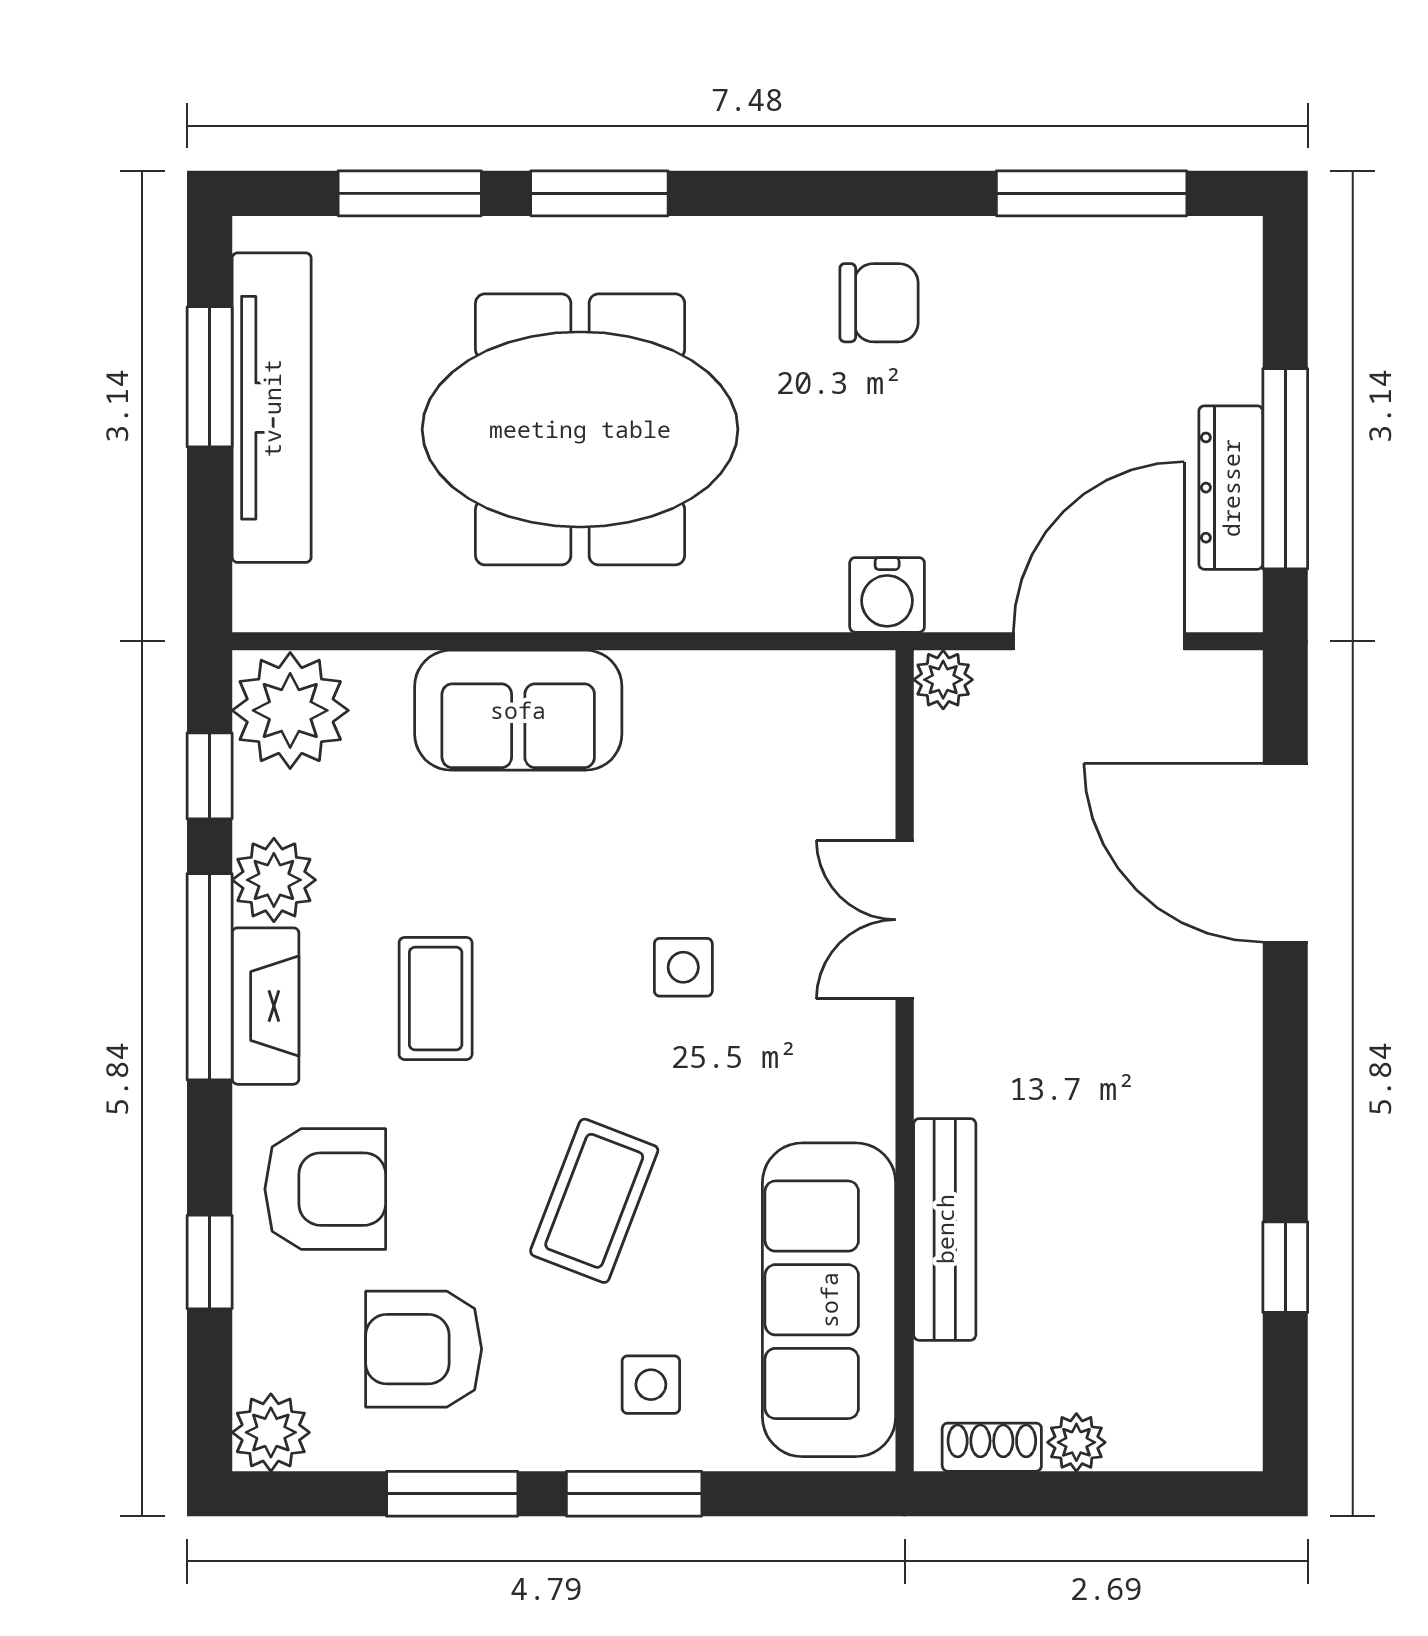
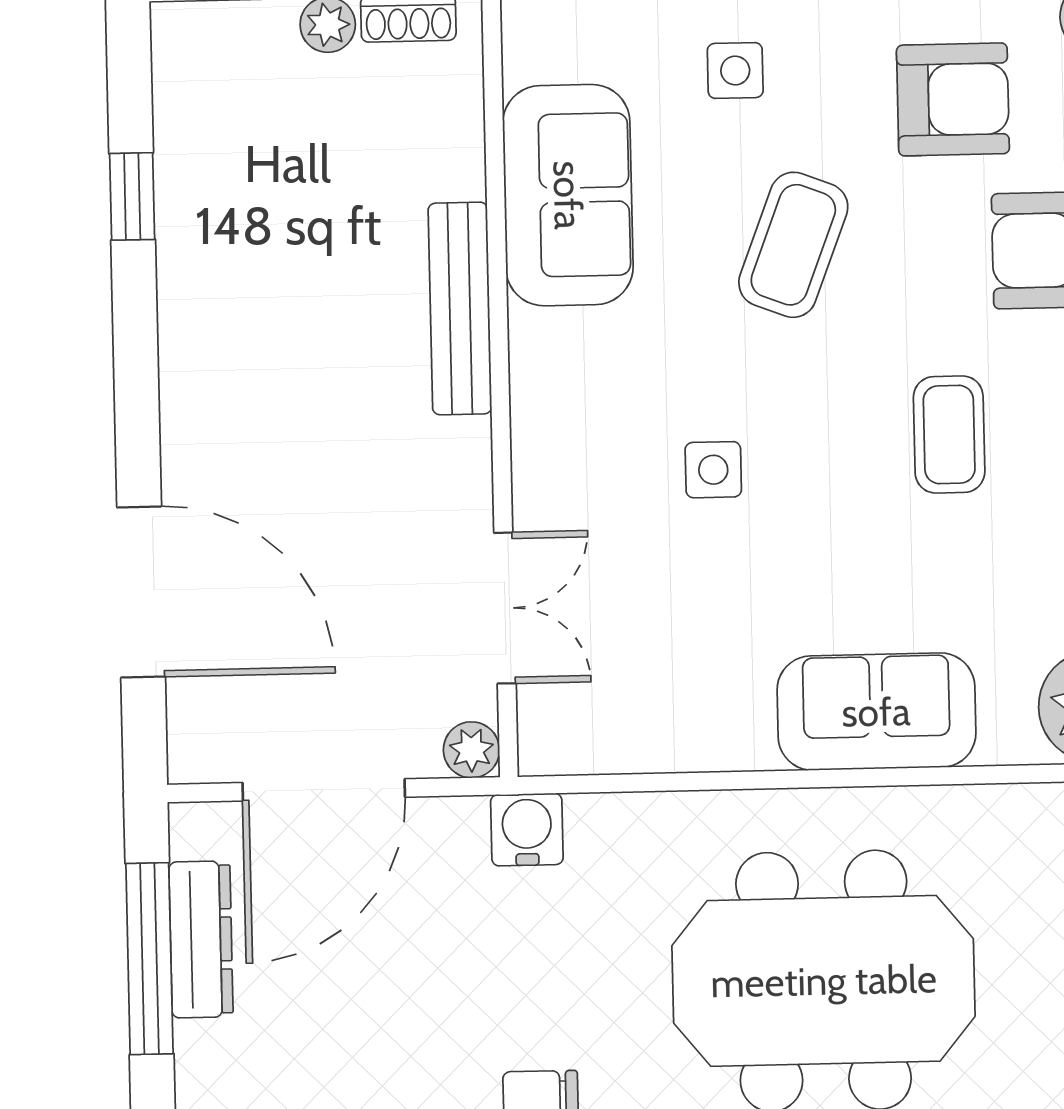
double door: (905, 920) -> (505, 608), moved
bench: (945, 1229) -> (460, 308), moved
sofa: (829, 1300) -> (568, 195), width x0.73

